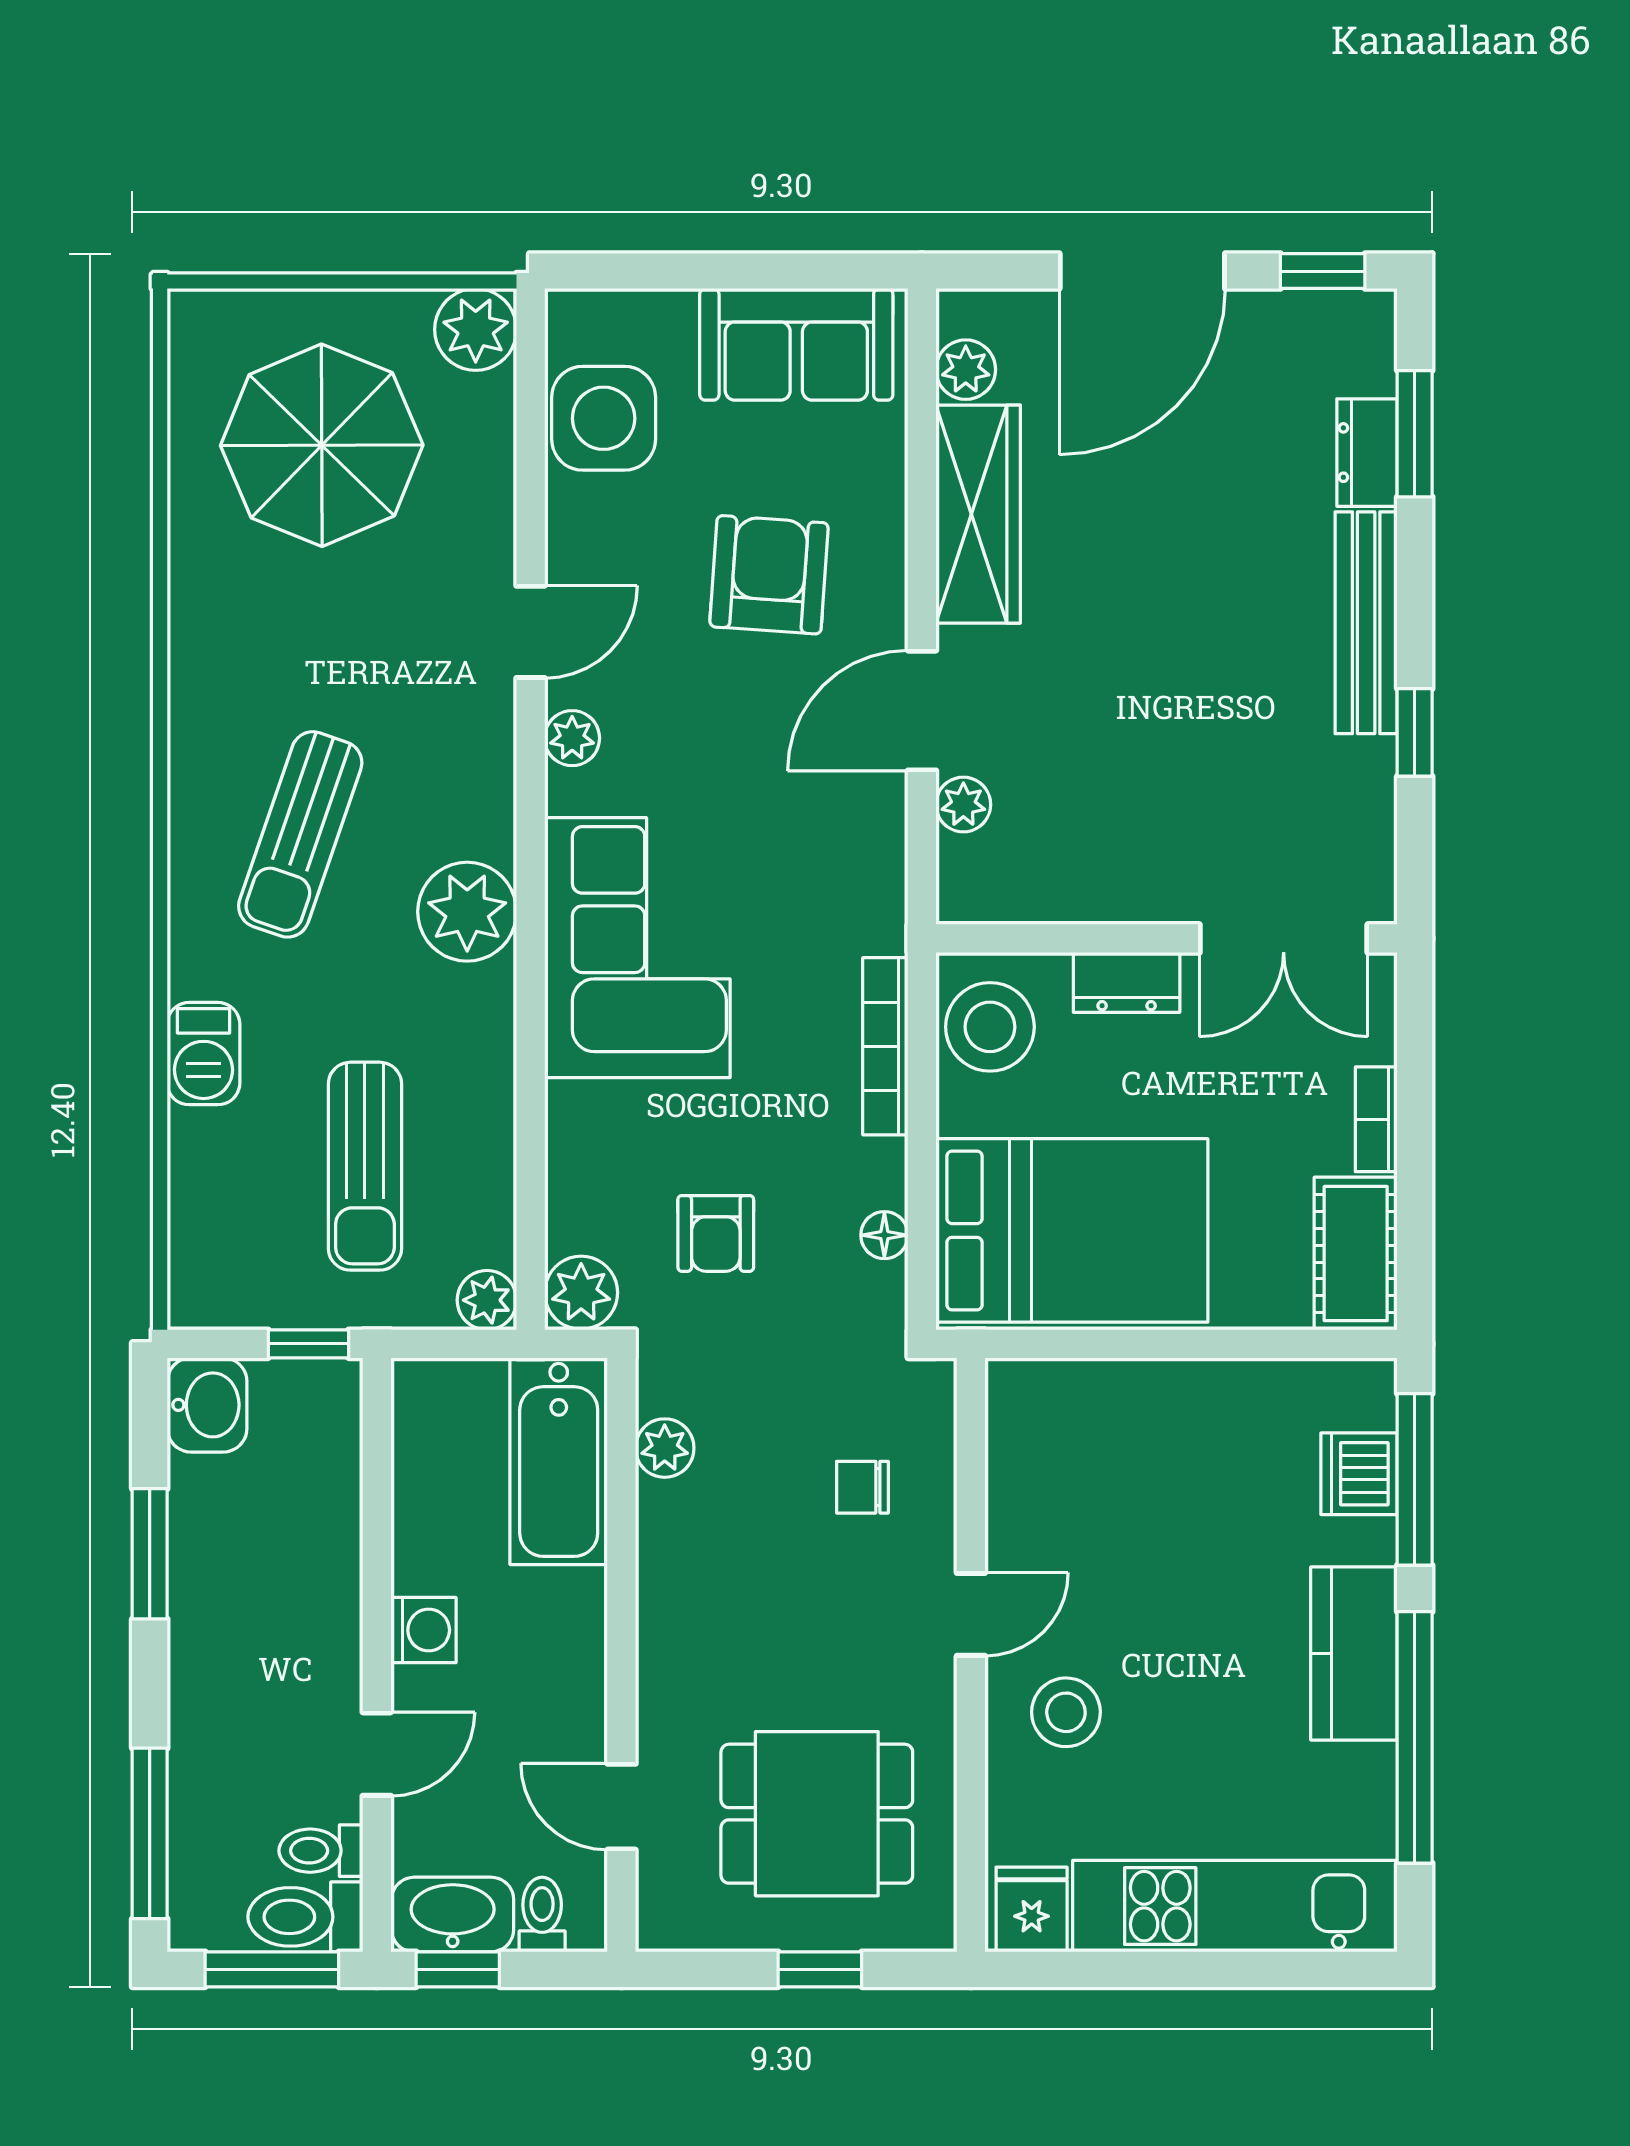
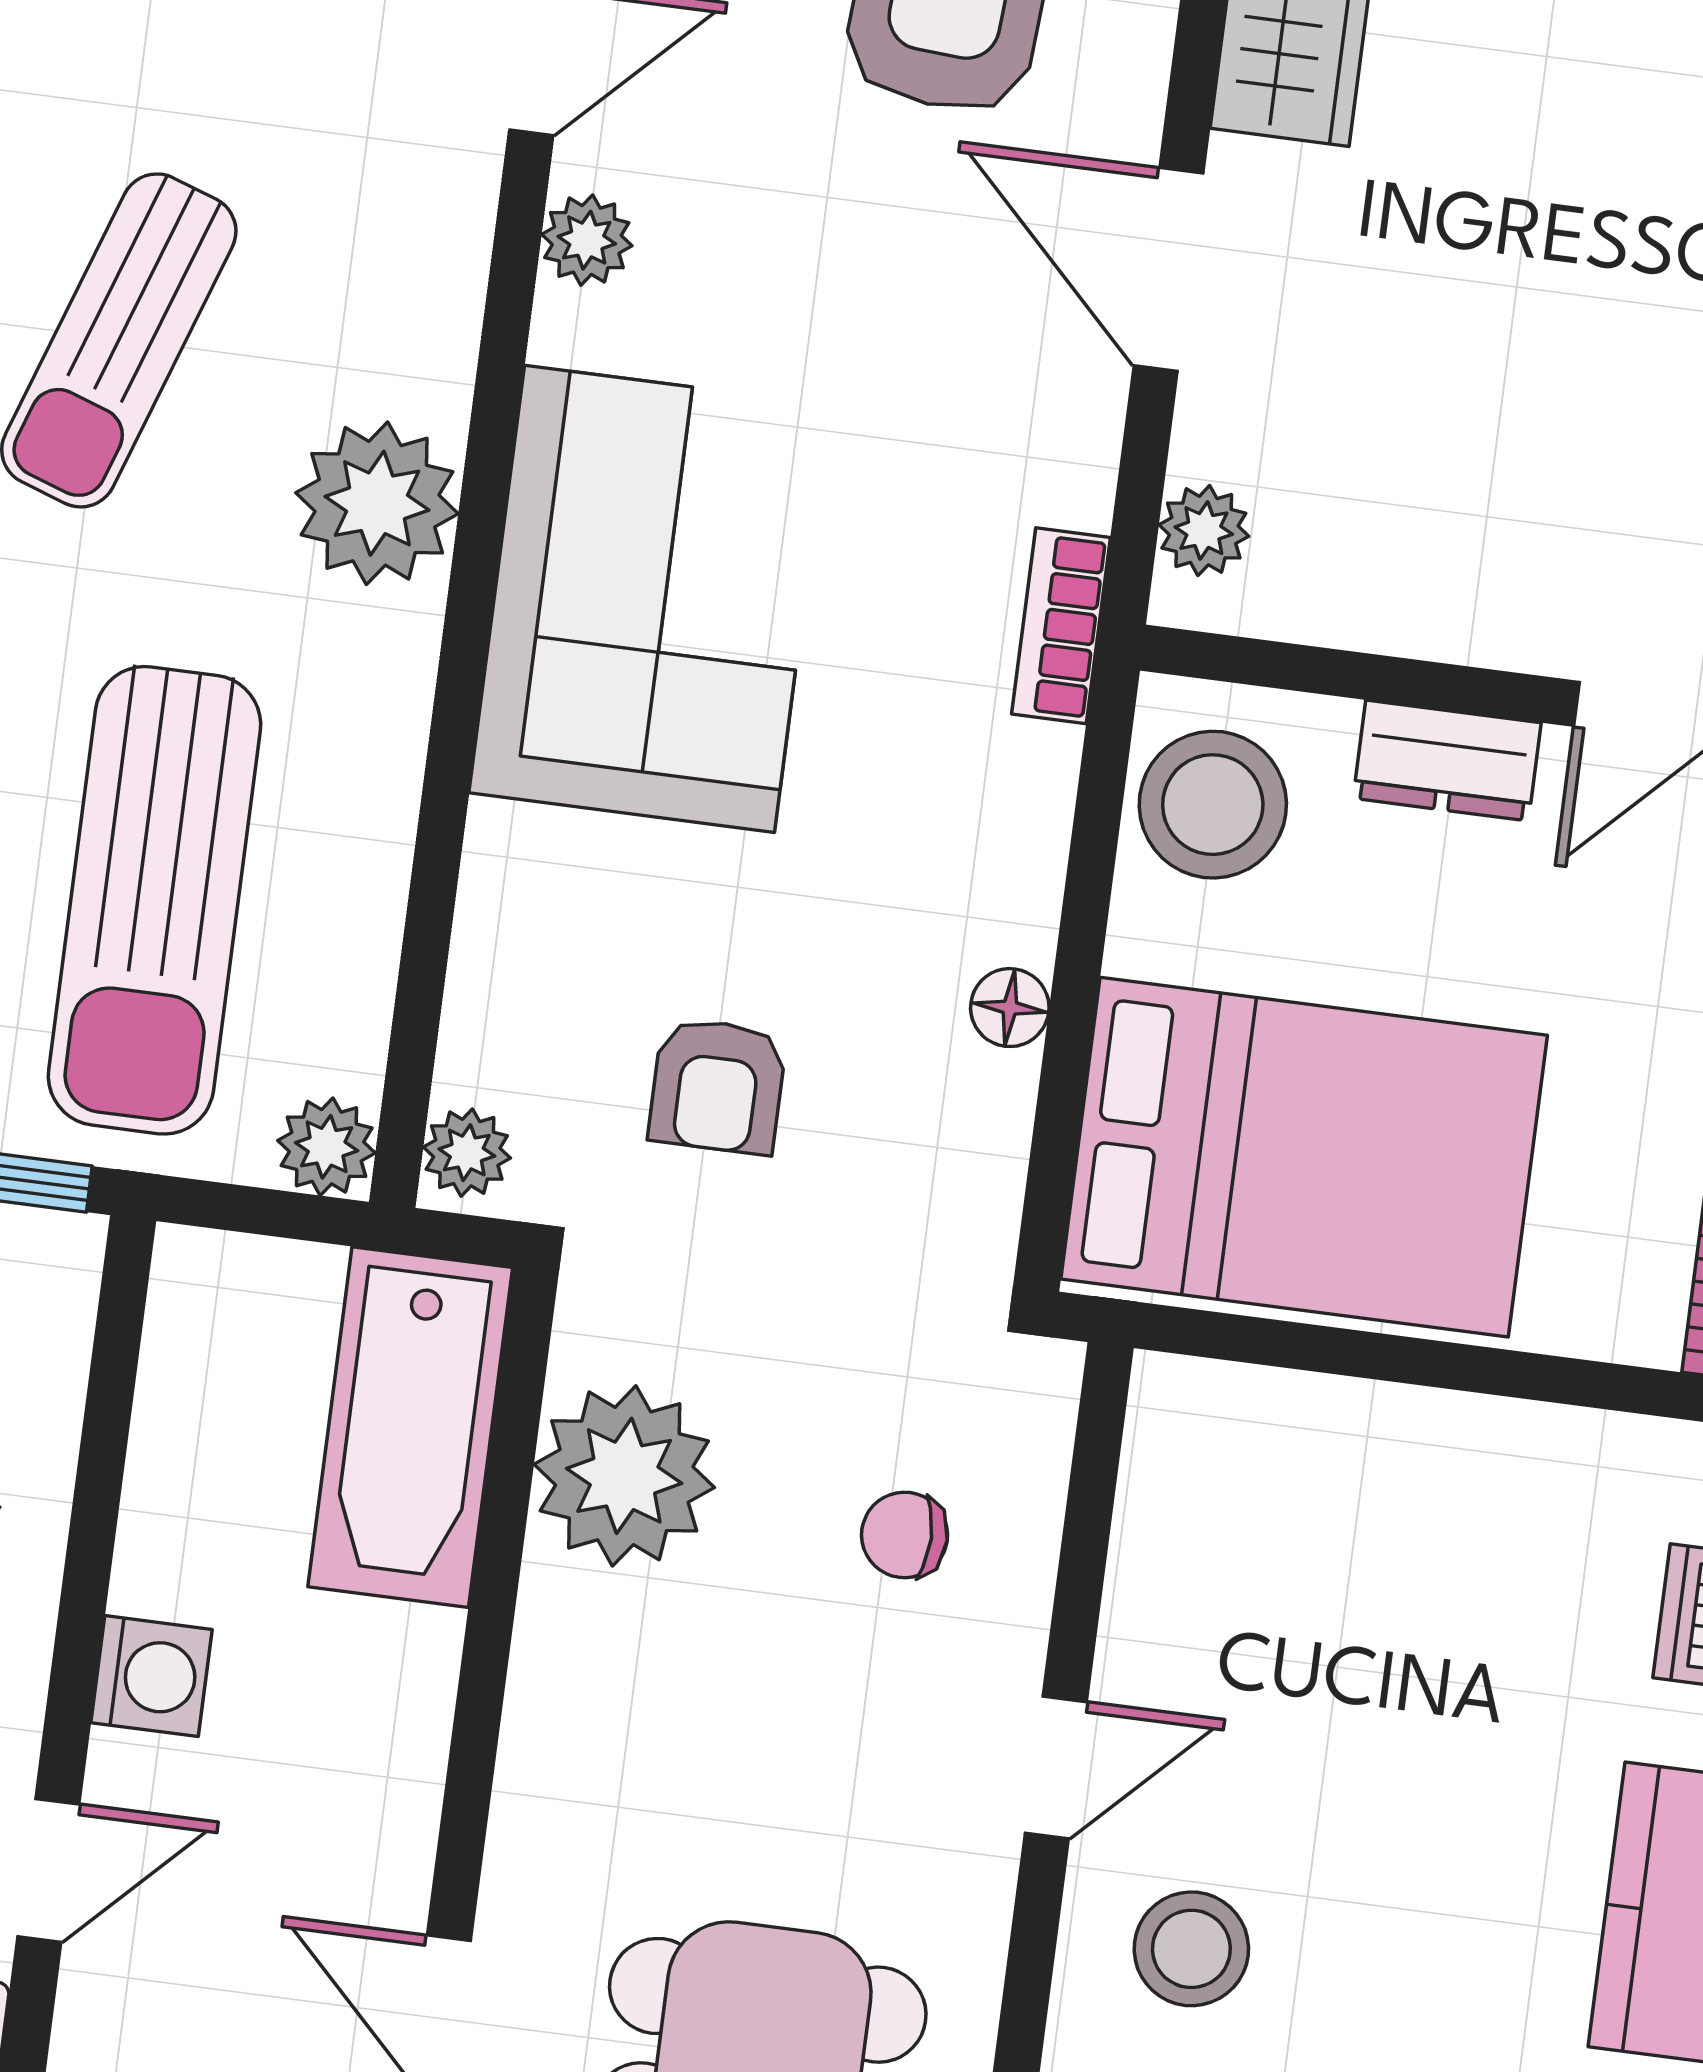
door: (922, 711) -> (1169, 270), hinge flipped
plant: (963, 805) -> (1204, 531), moved
bookcase: (885, 1046) -> (1061, 626), moved, width x0.64
sun lounger: (365, 1166) -> (154, 900), width x1.36, depth x1.34
floor lamp: (884, 1235) -> (1010, 1008), moved
plant: (581, 1293) -> (467, 1153), width x0.73, depth x0.73
plant: (665, 1448) -> (624, 1476), width x1.87, depth x1.87

